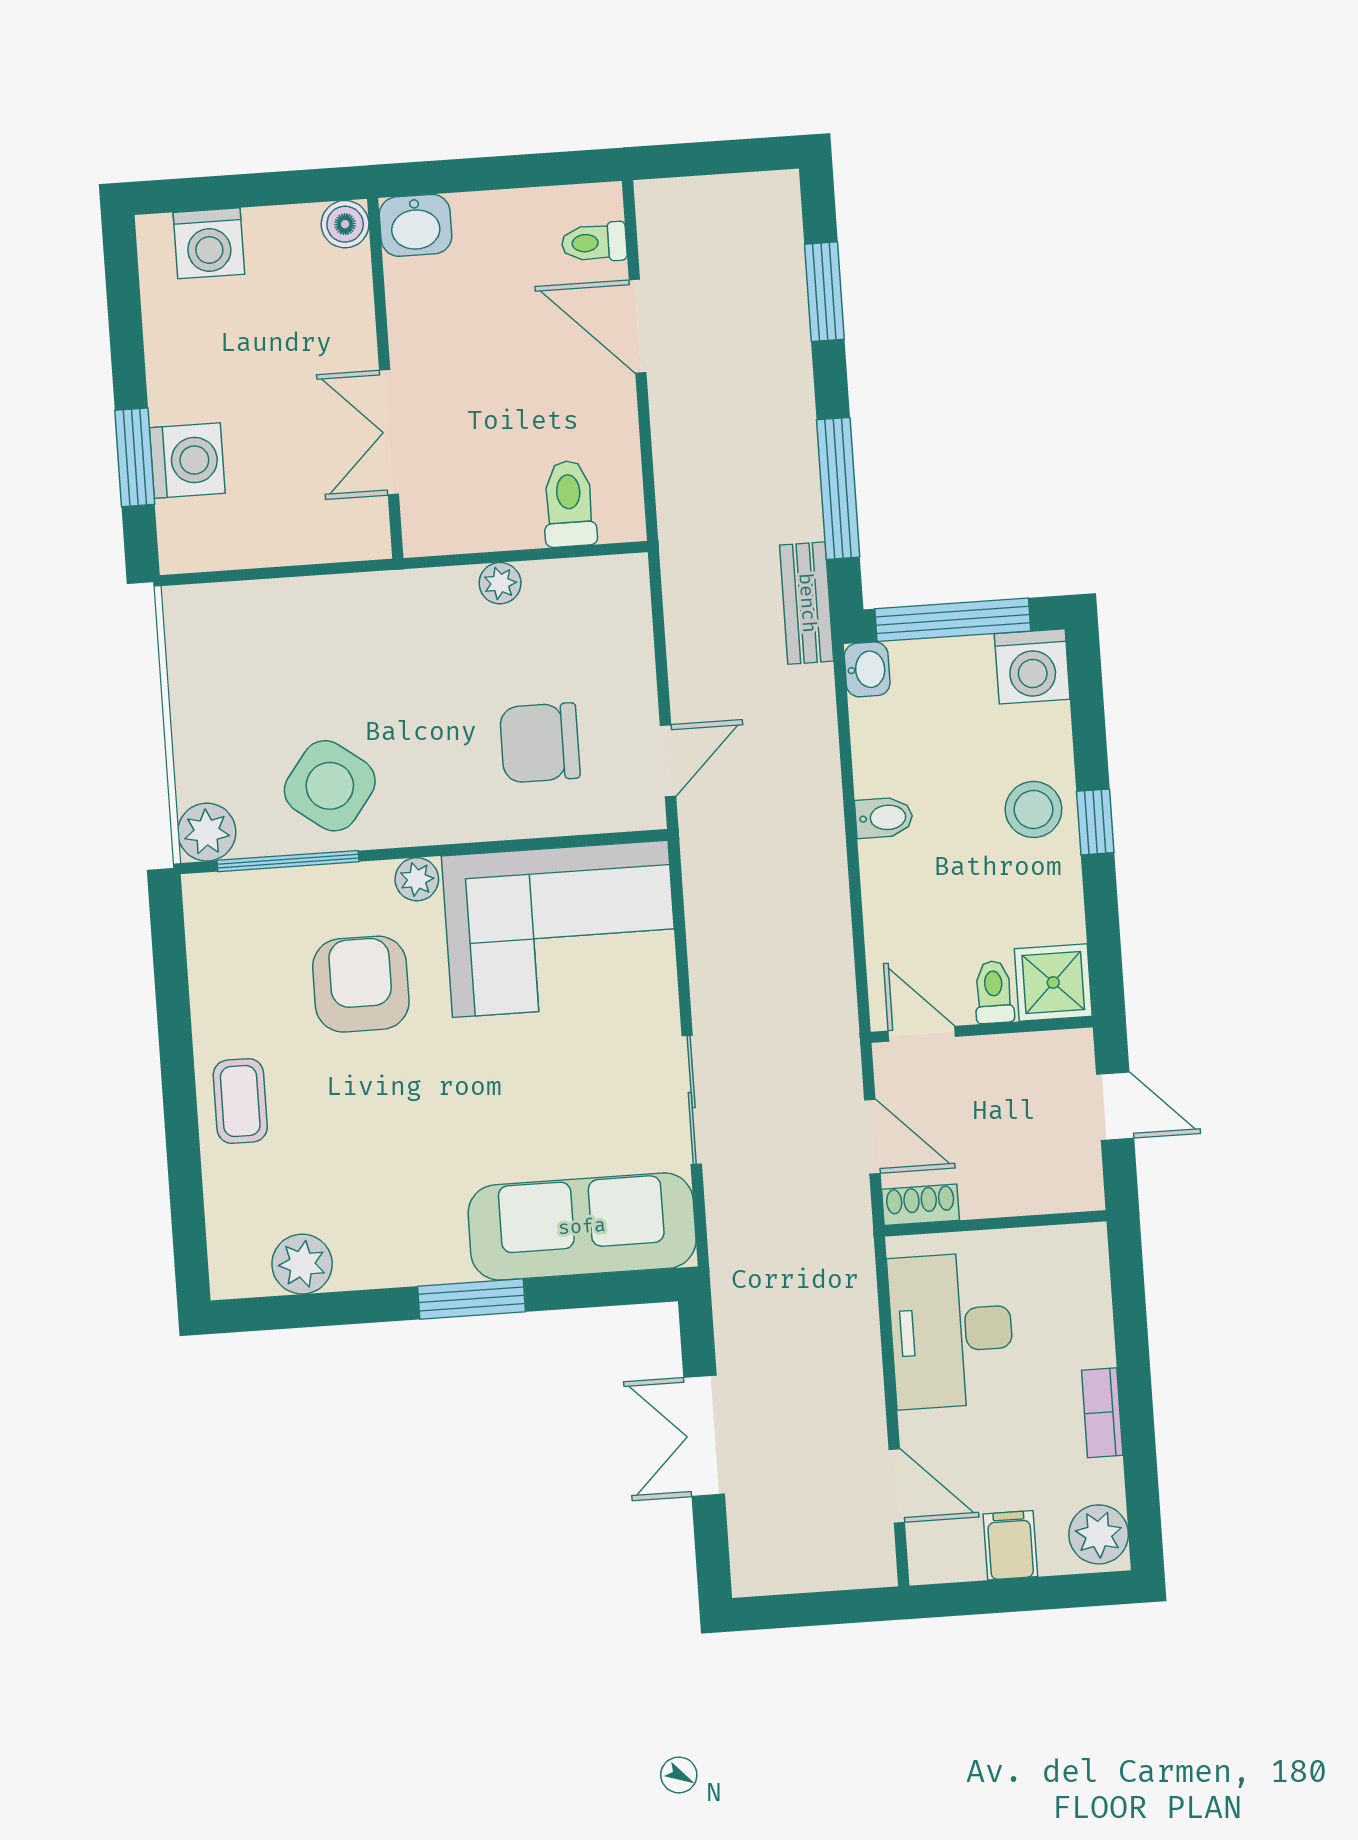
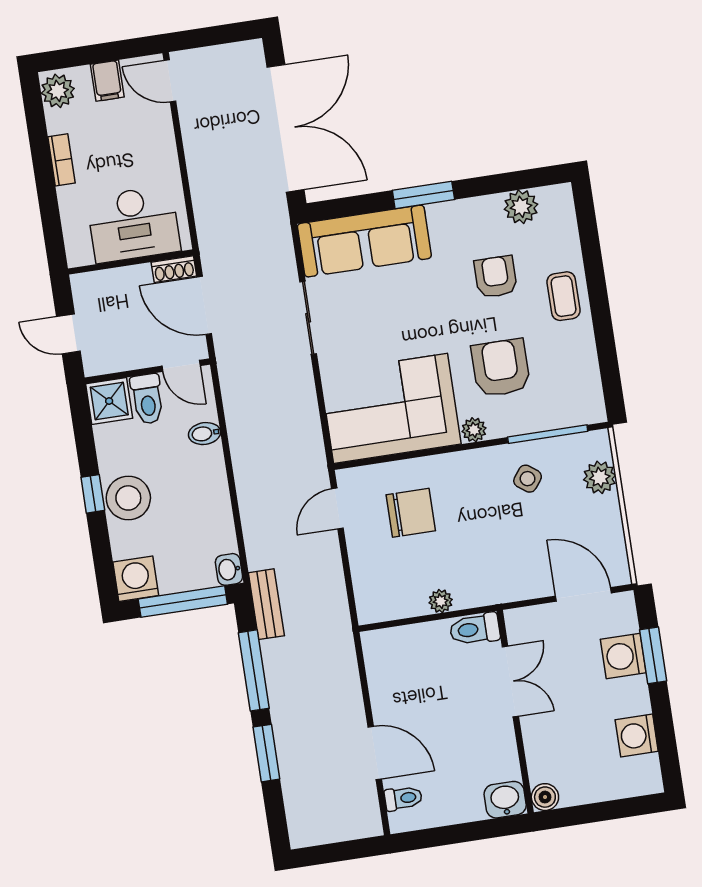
washing machine: (209, 243) -> (637, 735), moved, turned -90
window: (824, 292) -> (266, 753), moved
toilet: (569, 504) -> (475, 629), moved, turned 90
door: (248, 574) -> (584, 594), added
side table: (330, 786) -> (528, 479), width x0.54, depth x0.54
stool: (1033, 809) -> (128, 498), width x1.38, depth x1.38
bidet: (884, 818) -> (204, 434), moved
plant: (207, 832) -> (600, 477), moved
armchair: (361, 984) -> (501, 368), turned 180
toilet: (994, 992) -> (147, 399), width x1.37, depth x1.39
door: (872, 1137) -> (204, 305), width x1.38
armchair: (357, 1145) -> (496, 277), added
desk: (951, 1330) -> (134, 224), moved, turned 90
double door: (704, 1436) -> (286, 128), width x1.87
door: (897, 1486) -> (170, 81), moved

